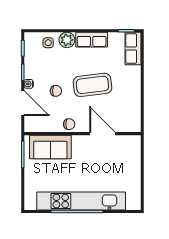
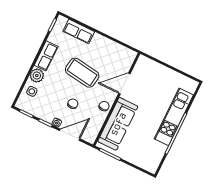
row of seats: (133, 48) -> (79, 31), moved
coffee table: (92, 85) -> (82, 73), turned -75
sofa: (50, 147) -> (118, 124), width x1.36
kitchen unit: (81, 201) -> (174, 117), width x0.73

